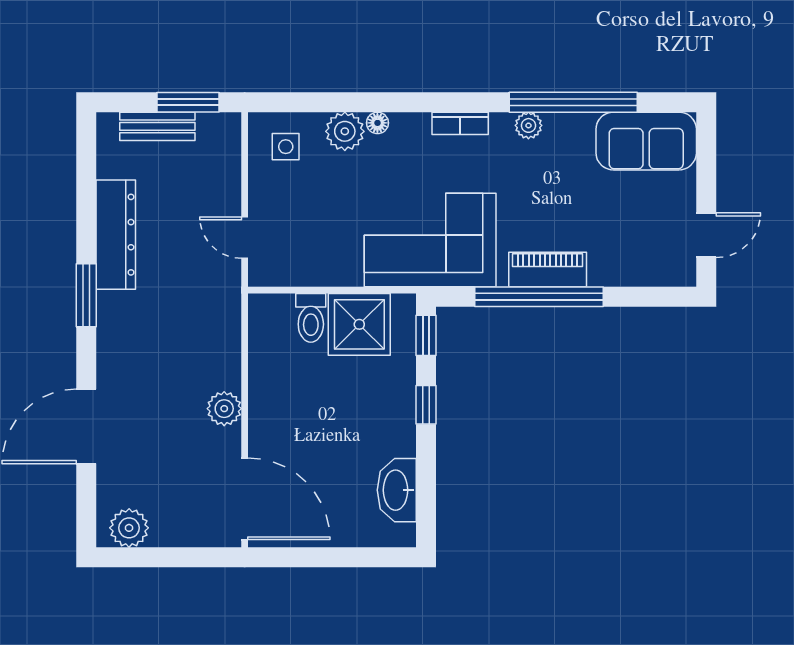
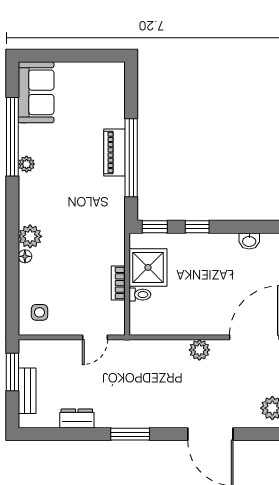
bookcase: (460, 123) -> (118, 283), moved, turned 180
plant: (345, 131) -> (30, 236), moved
dresser: (116, 235) -> (77, 418), width x0.51, depth x0.80
door: (706, 235) -> (94, 56), removed
corner sofa: (430, 240) -> (96, 224), removed
toilet: (311, 318) -> (140, 295), width x0.73, depth x0.72
washbasin: (397, 490) -> (249, 241), width x0.52, depth x0.69

